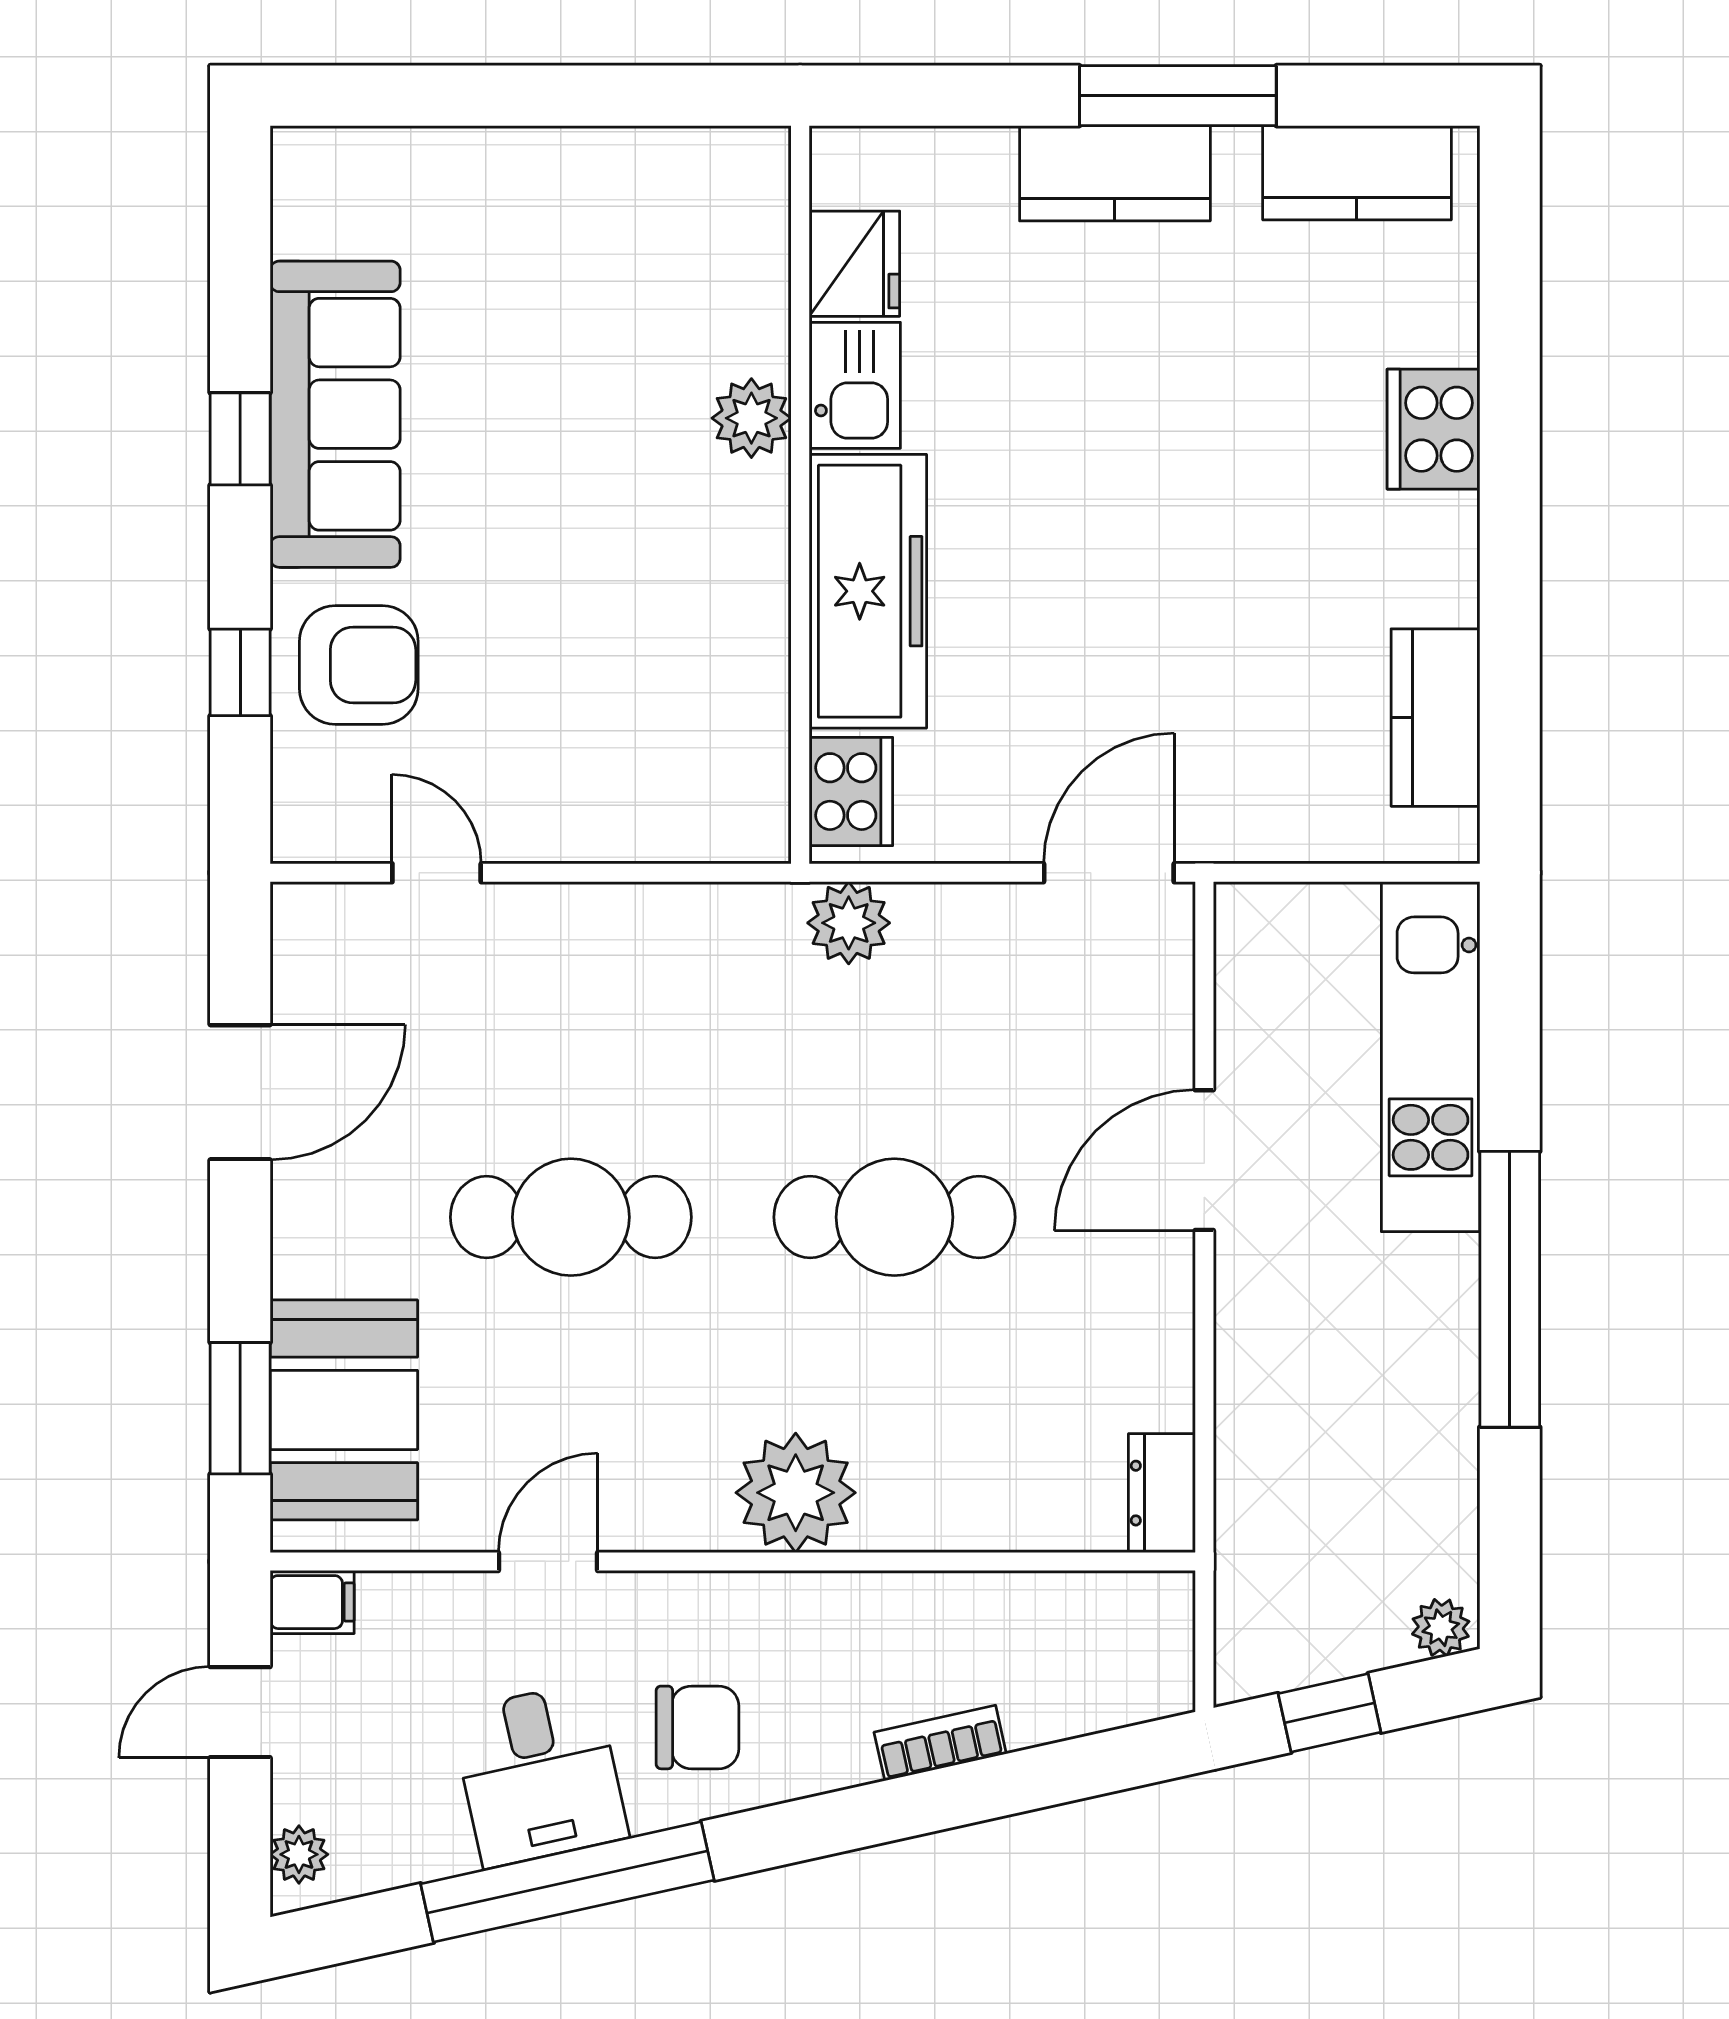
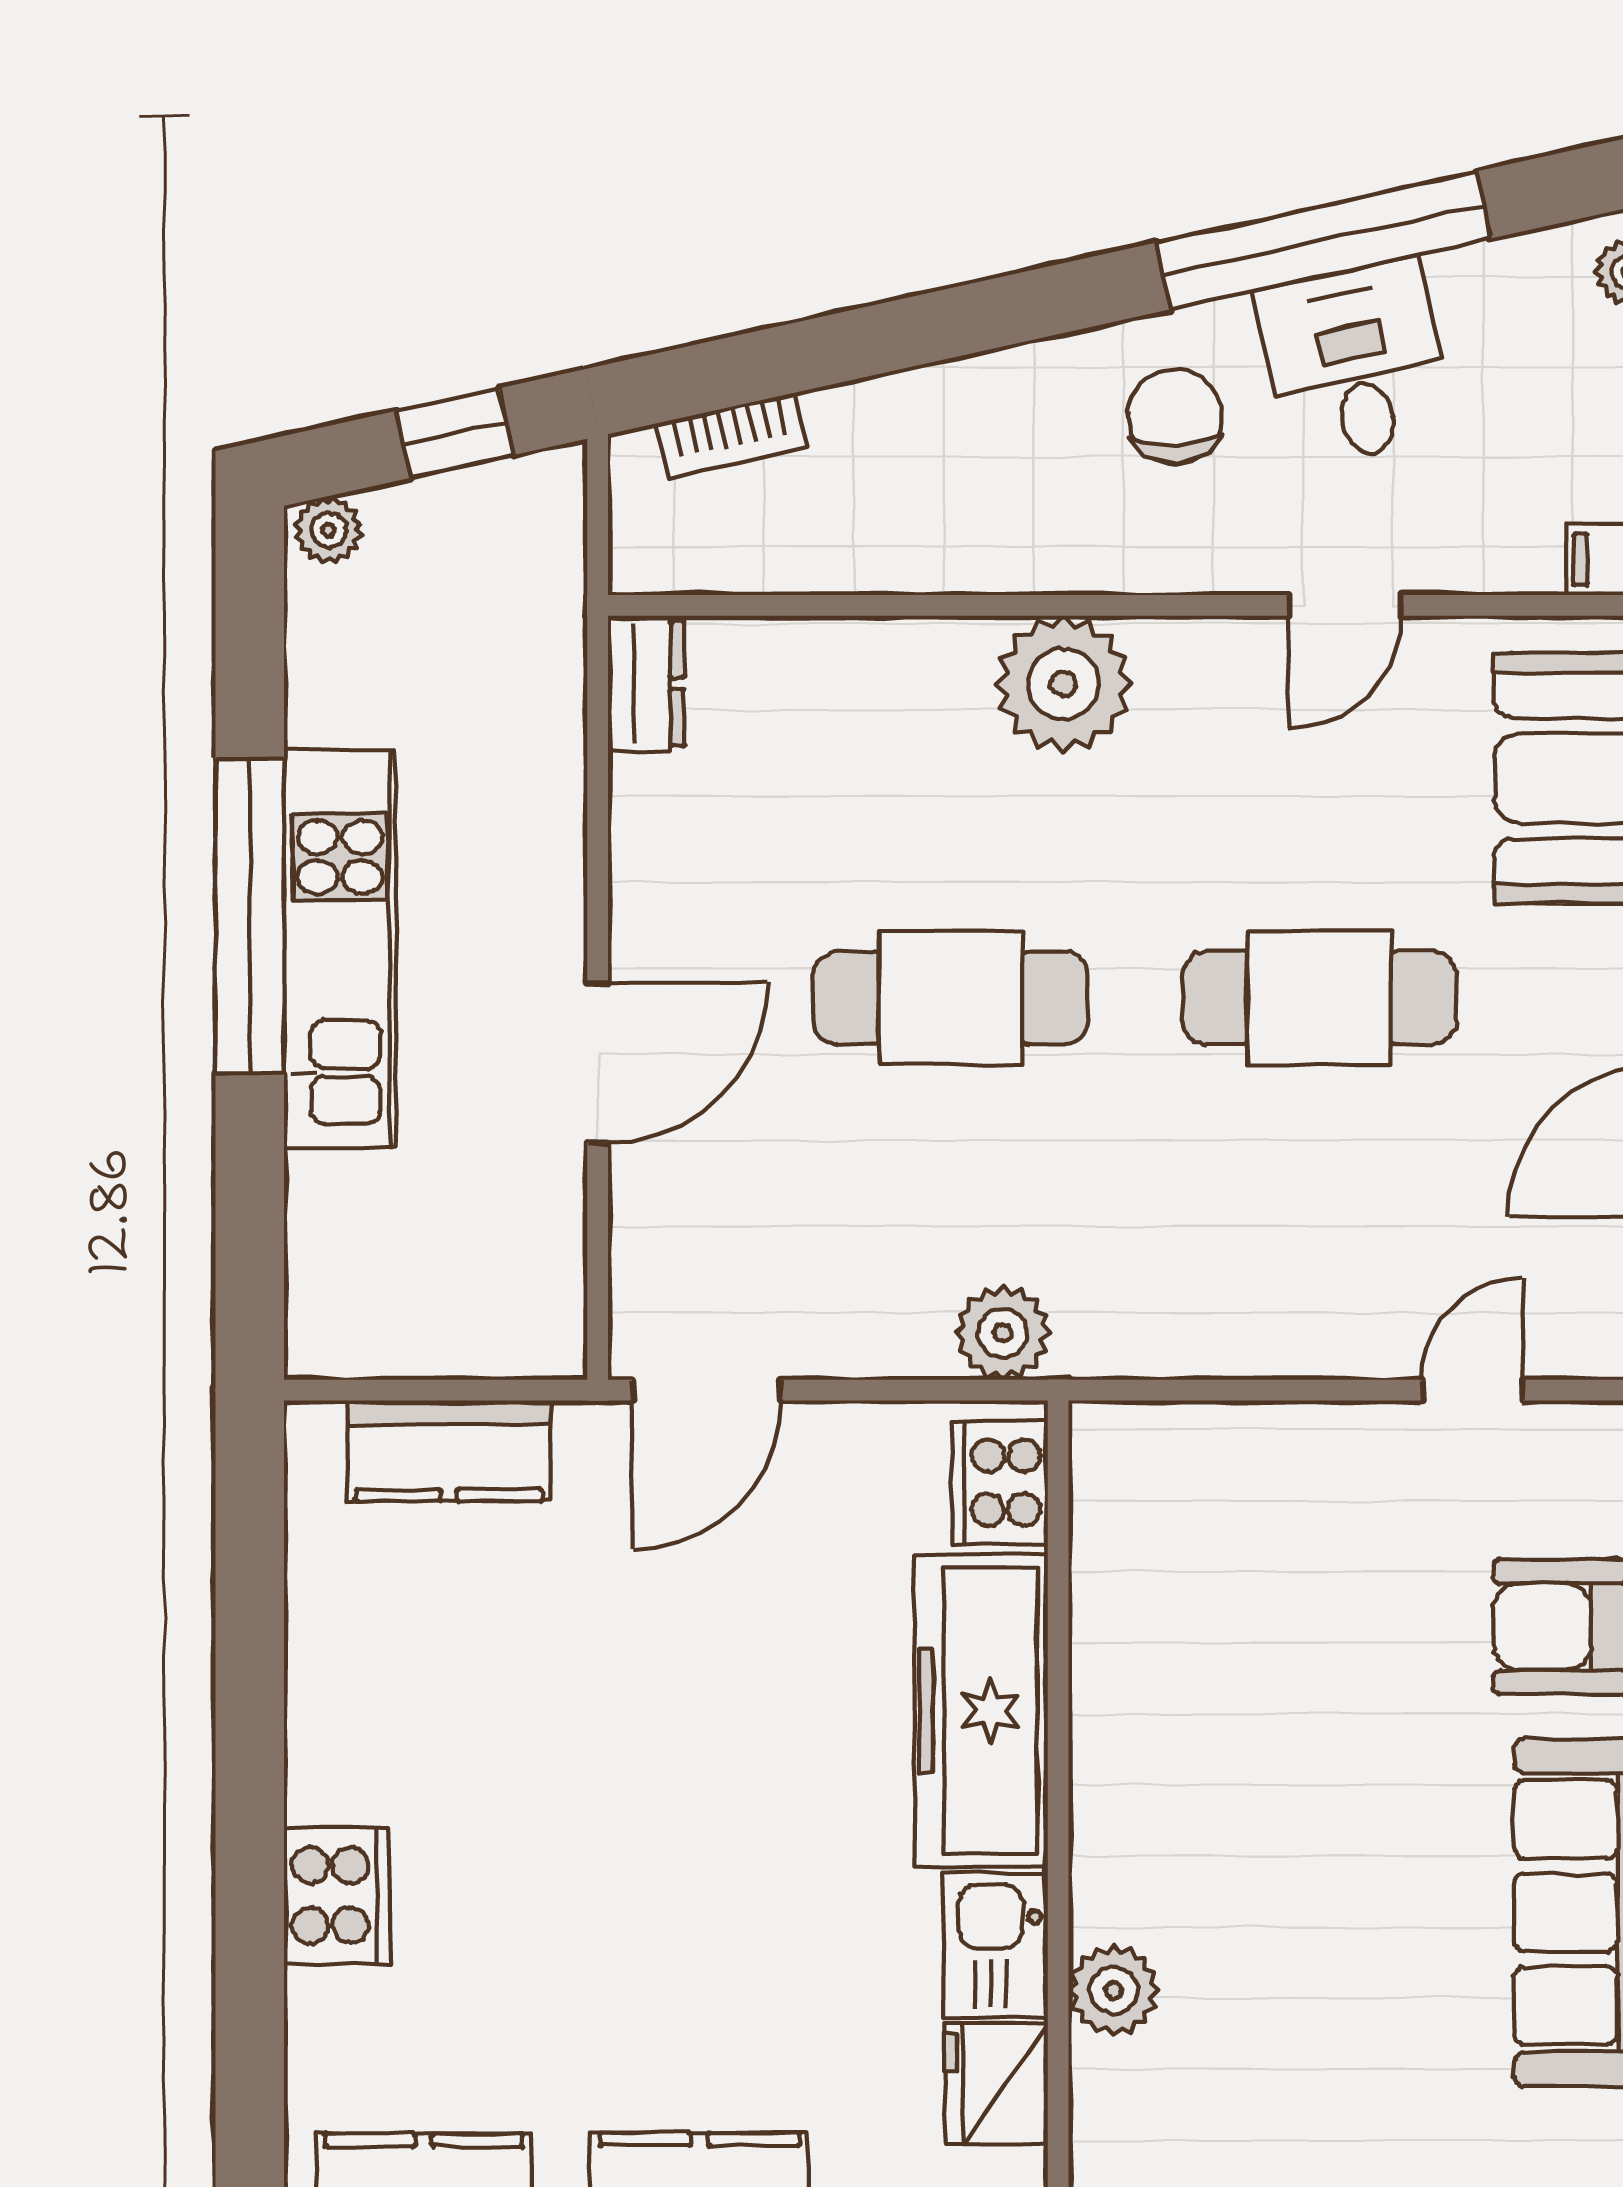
plant: (751, 418) -> (1114, 1990), moved
kitchen counter: (1435, 718) -> (449, 1451), moved, turned 90
door: (437, 873) -> (1472, 1390), swing flipped
kitchen unit: (1431, 1057) -> (340, 949), moved
chair: (698, 1727) -> (1175, 416), turned 88
bookcase: (940, 1743) -> (731, 436), moved

